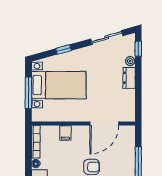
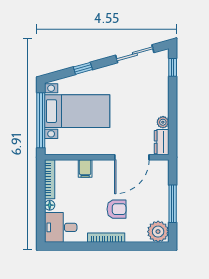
plant: (130, 61) -> (163, 122), moved
dresser: (129, 78) -> (162, 142), moved
window: (28, 93) -> (41, 120), width x1.46

